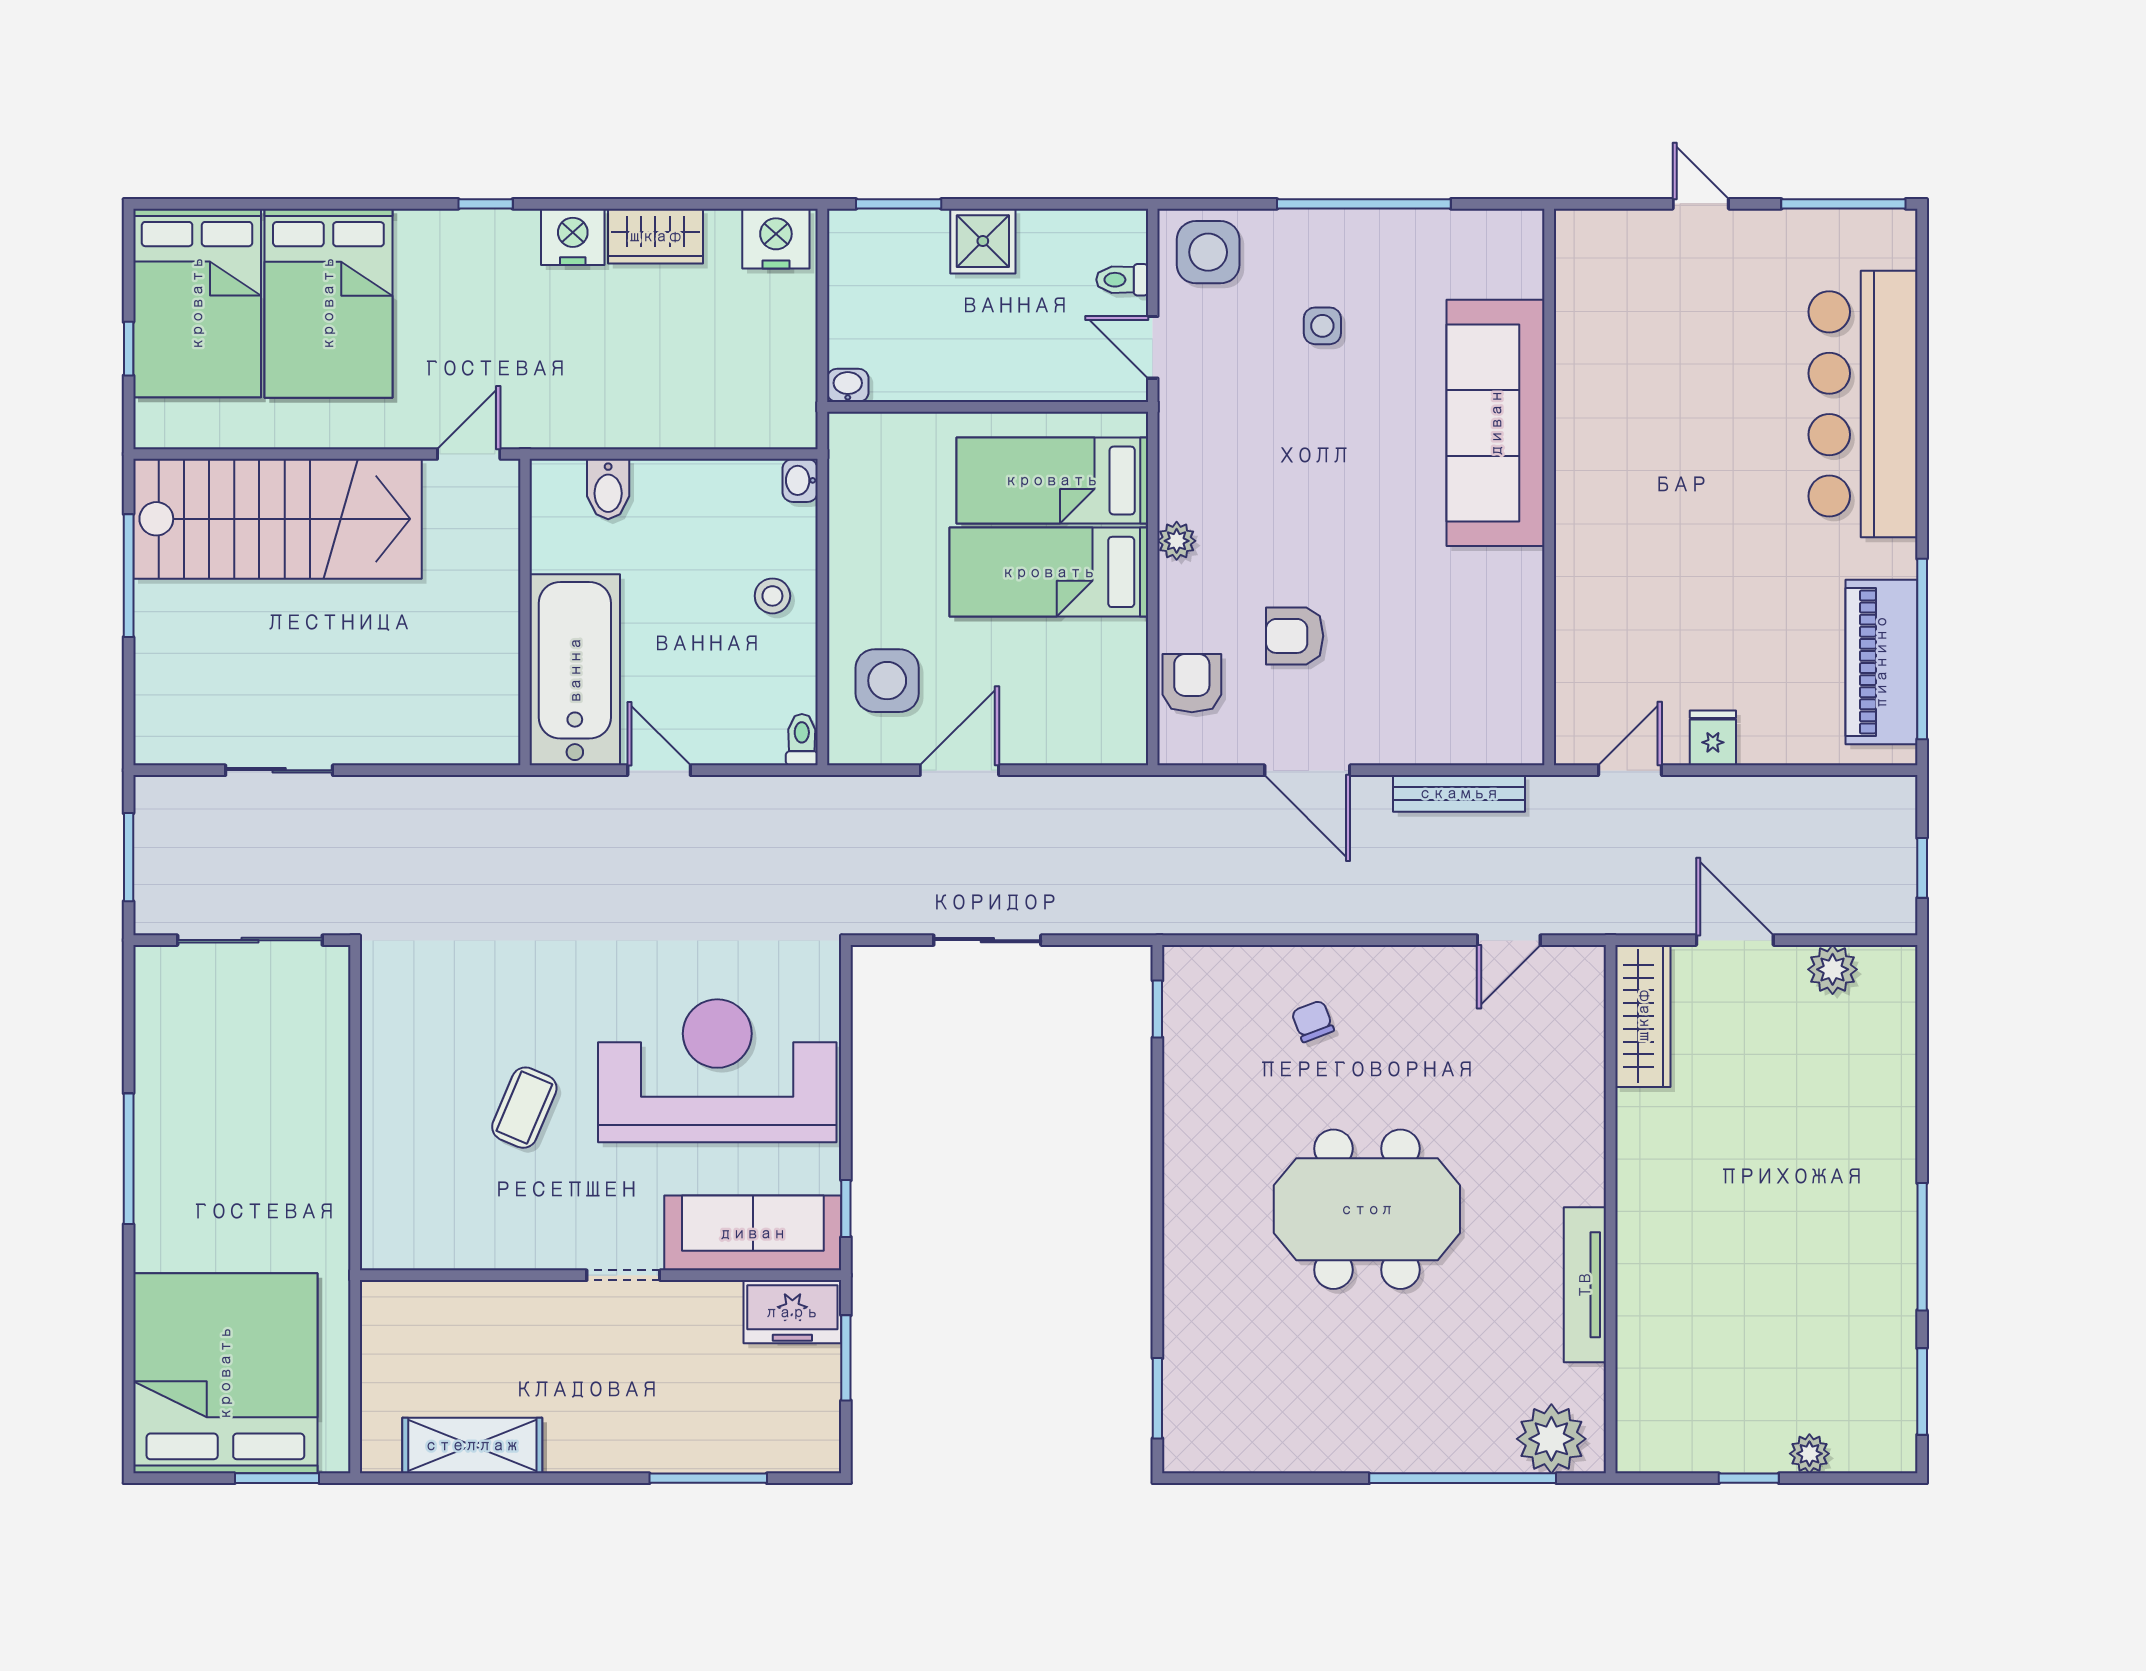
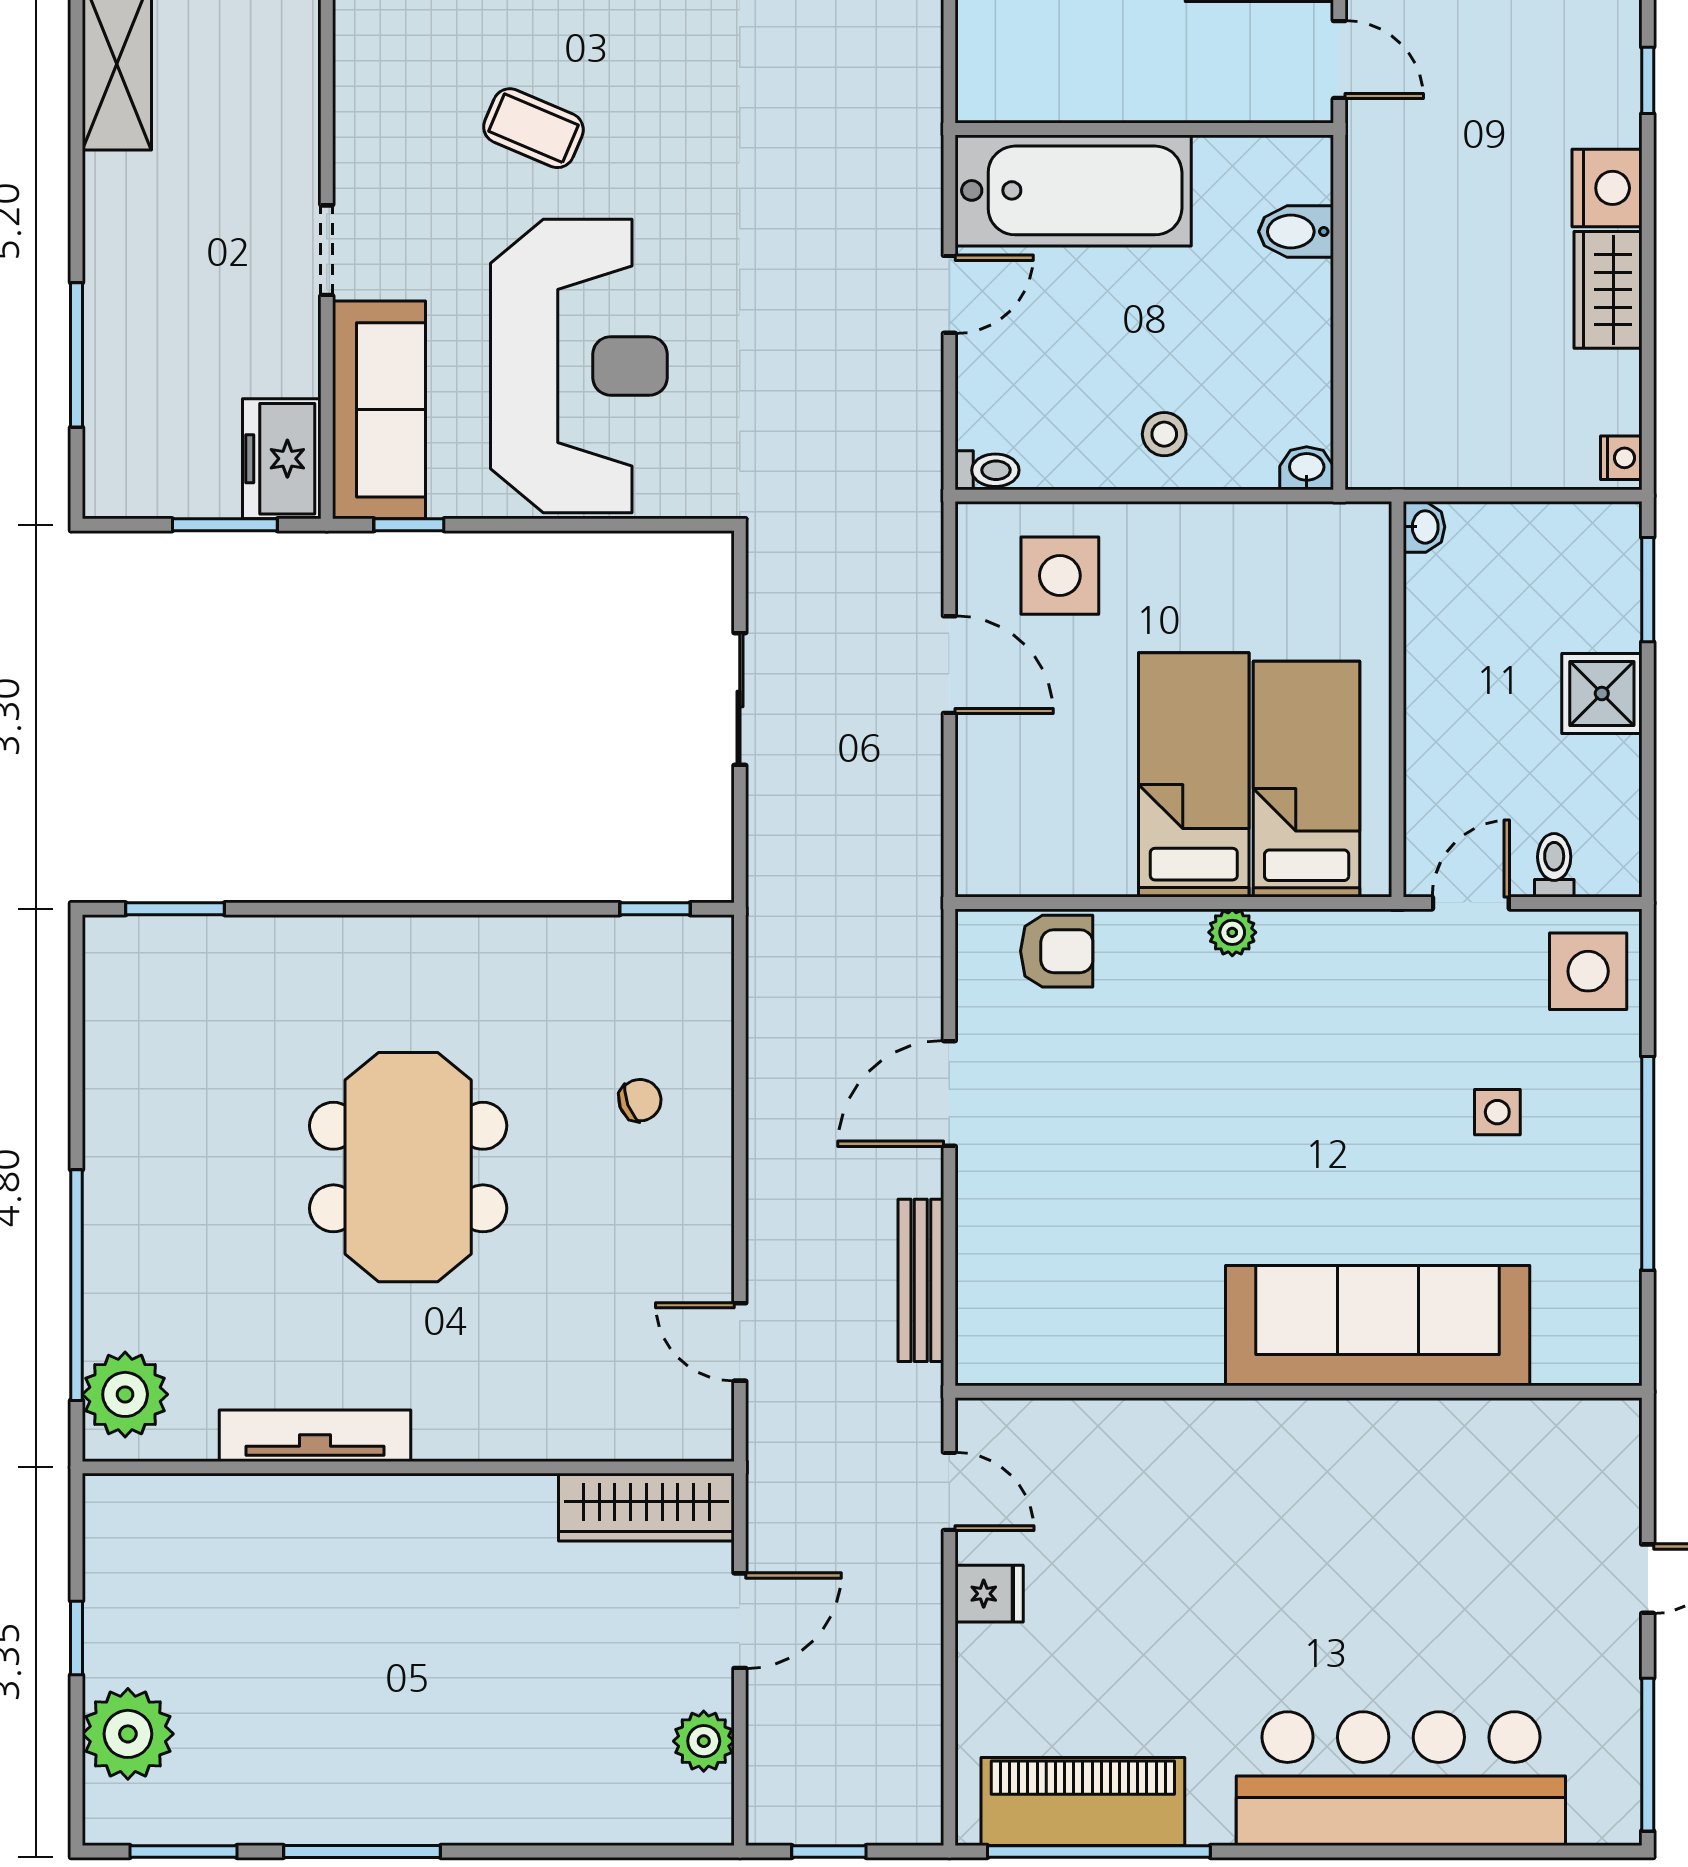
nightstand: (776, 239) -> (1621, 458), width x0.53, depth x0.56
armchair: (1295, 636) -> (1115, 1078), removed
plant: (1809, 1454) -> (128, 1734), width x1.87, depth x1.87

